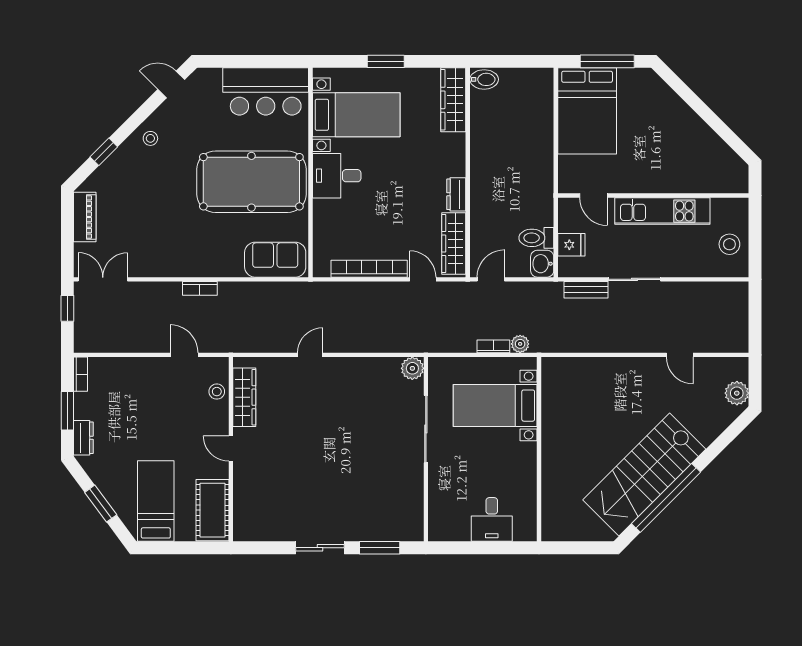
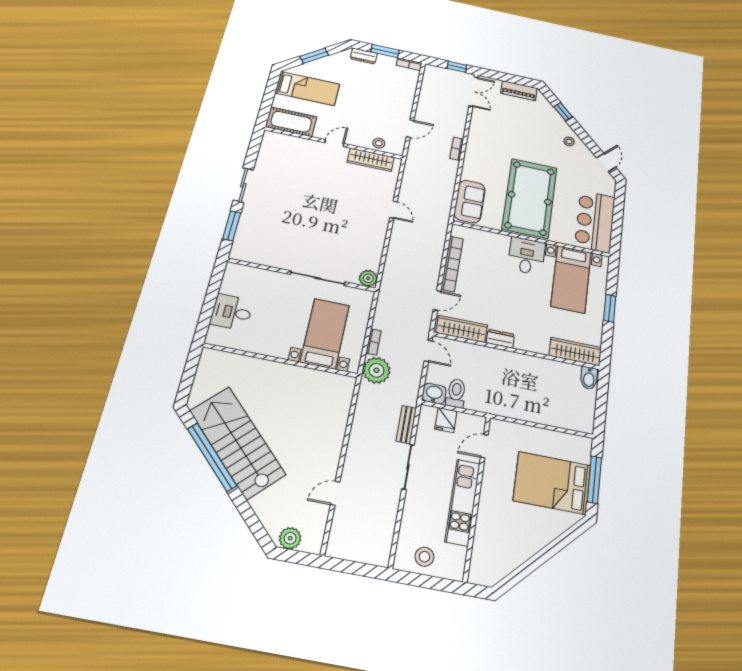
bed: (587, 111) -> (552, 483), moved
plant: (520, 344) -> (376, 370), width x1.88, depth x1.88

